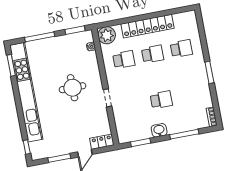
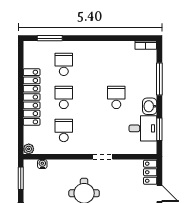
plant: (107, 35) -> (29, 149), width x0.53, depth x0.53
window: (209, 72) -> (50, 38), moved
desk: (139, 128) -> (143, 128), added

